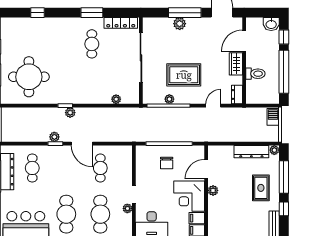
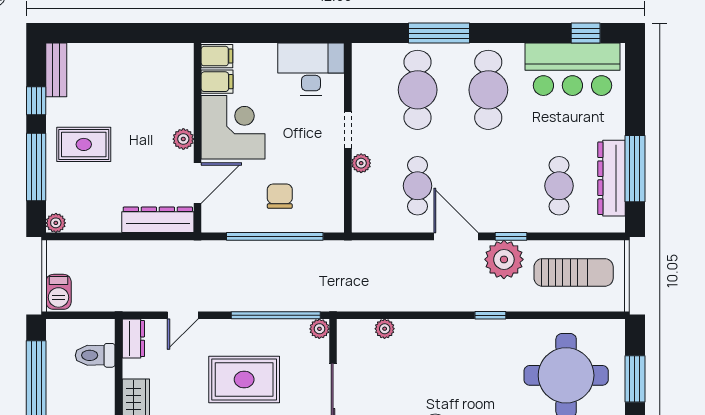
toilet: (255, 74) -> (95, 355), moved
plant: (169, 99) -> (319, 329), moved
plant: (70, 113) -> (480, 301), removed
sun lounger: (25, 126) -> (574, 272), added
plant: (54, 137) -> (504, 259), width x1.87, depth x1.87
dresser: (251, 152) -> (158, 220), moved
rug: (261, 188) -> (84, 144), turned 90
plant: (127, 208) -> (361, 163), moved

